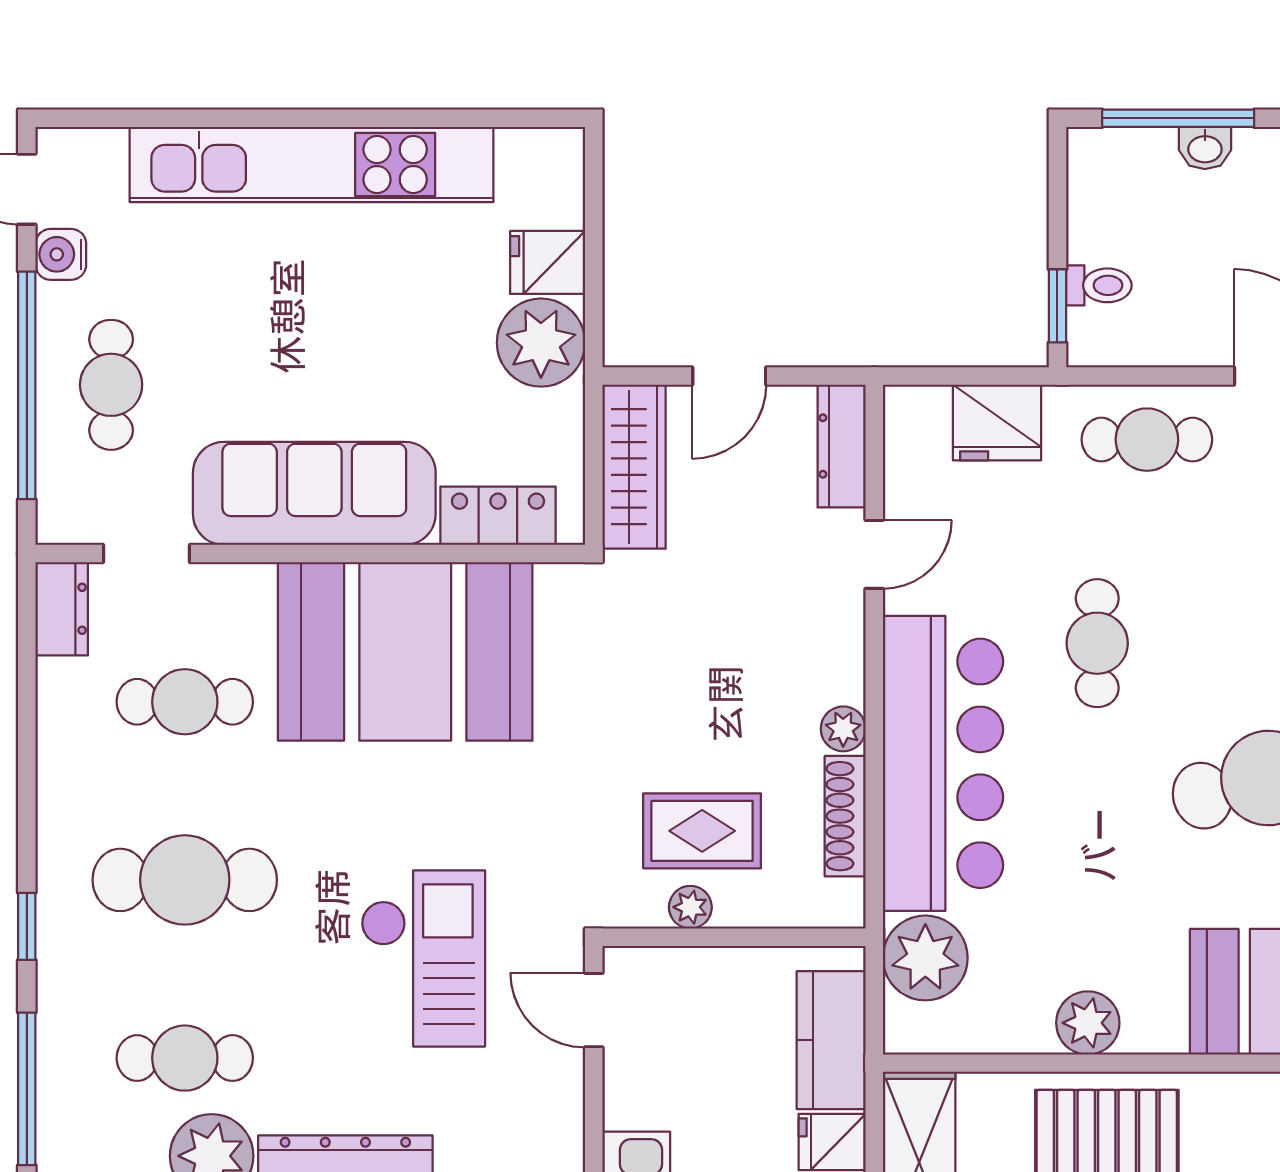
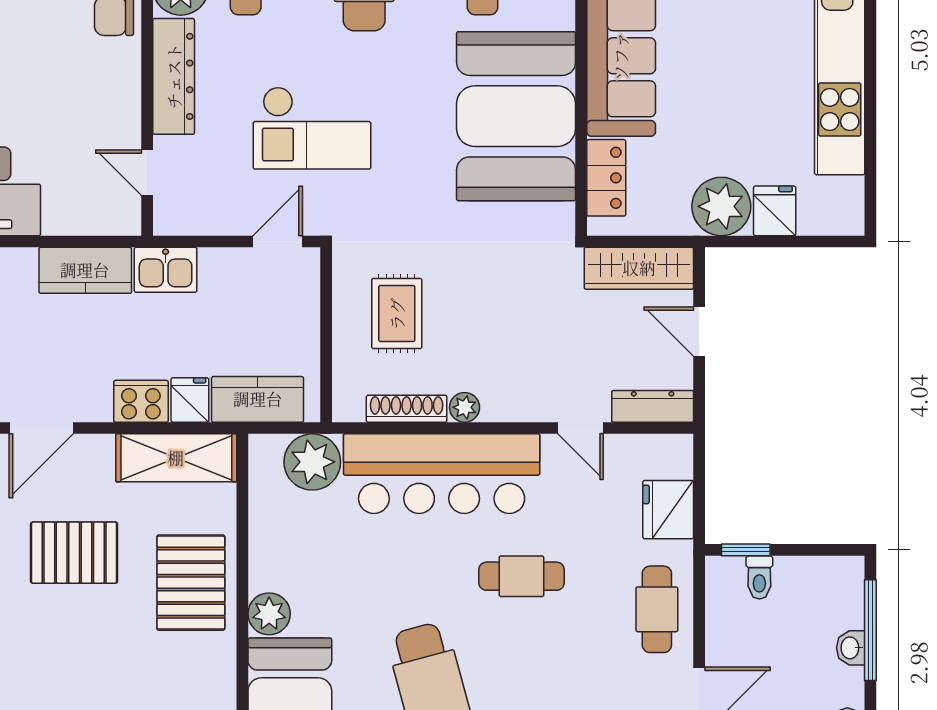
plant: (690, 907) -> (346, 306), removed
plant: (1088, 1023) -> (269, 614), moved

